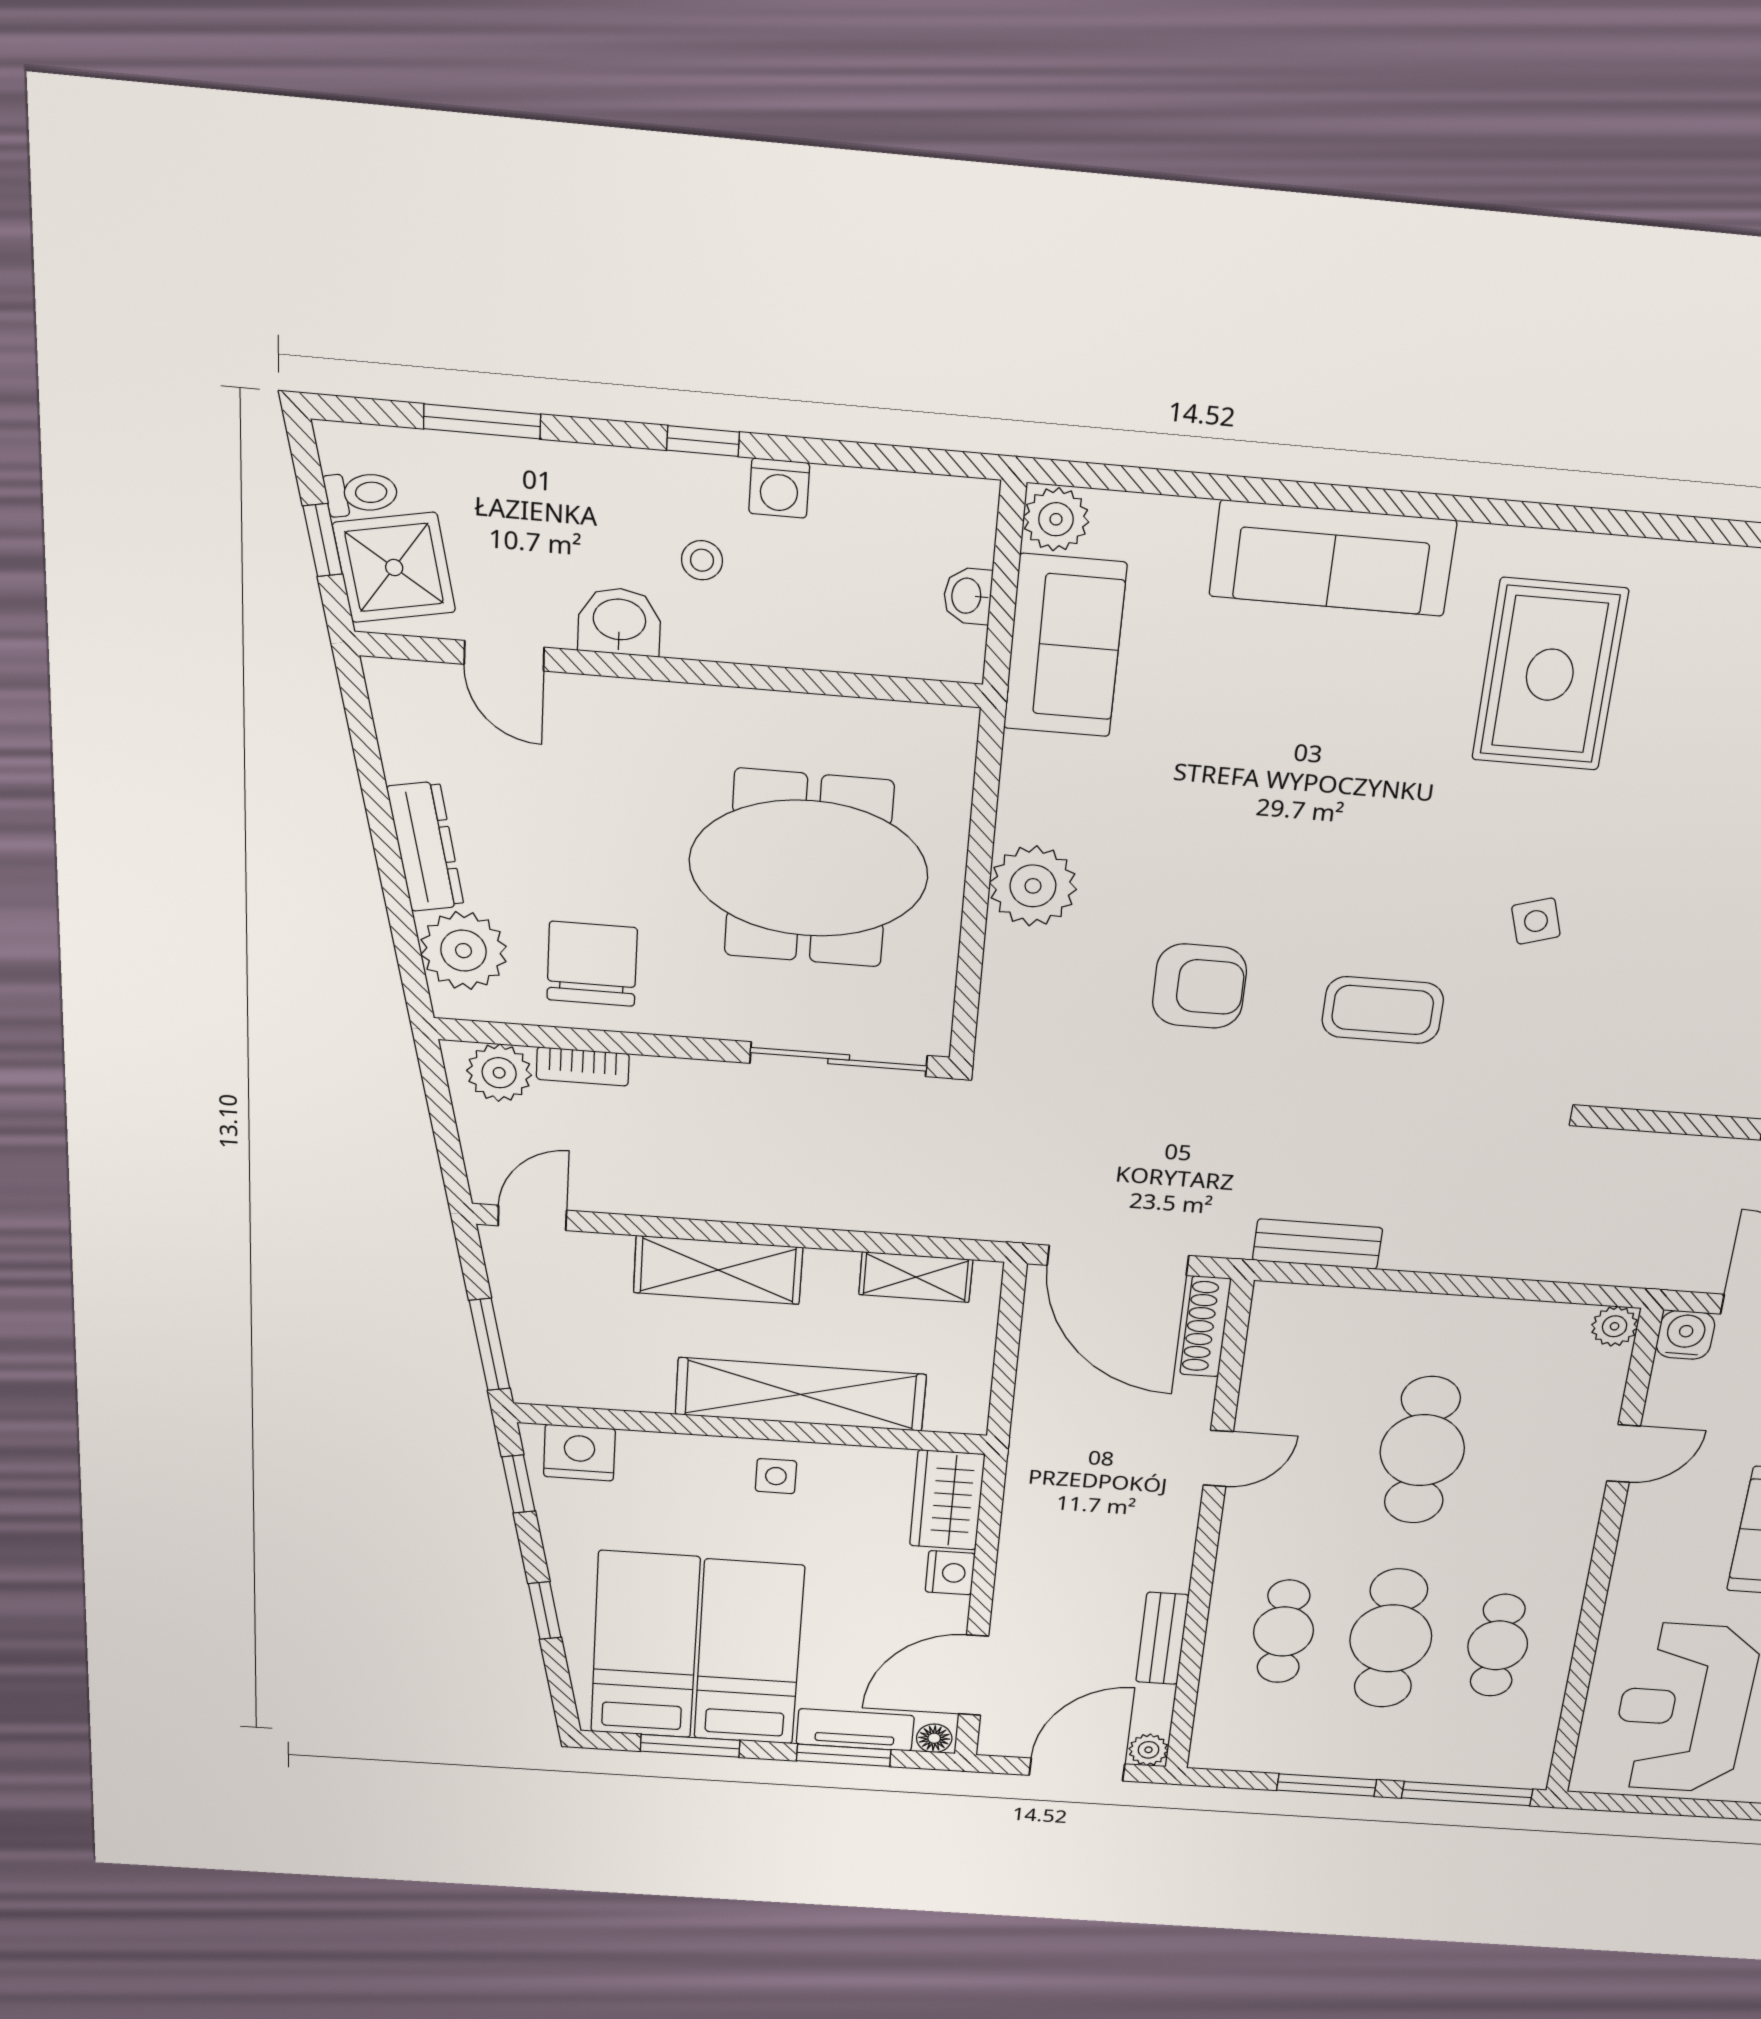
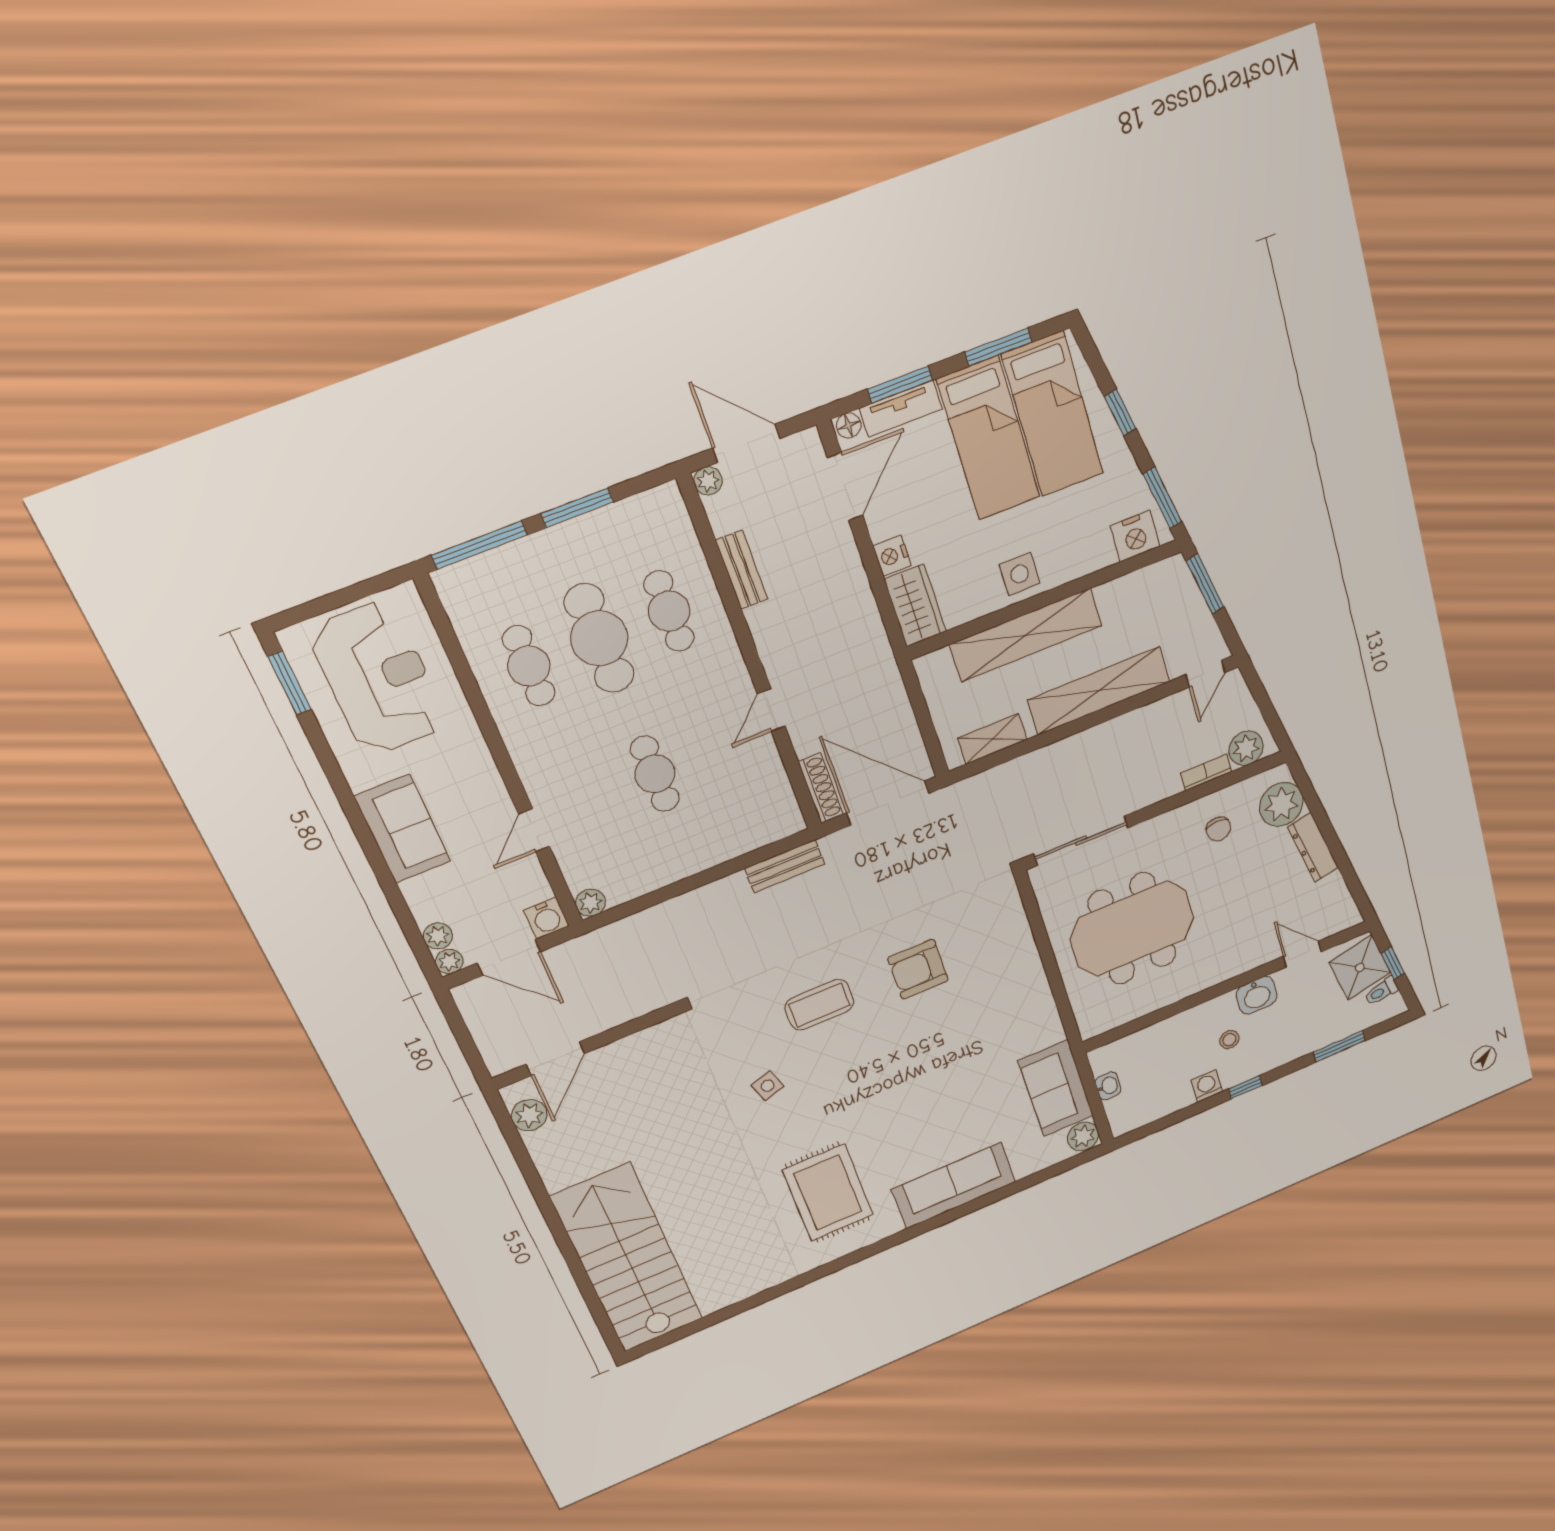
plant: (1033, 886) -> (1022, 975), removed
chair: (592, 964) -> (1218, 829), width x0.54, depth x0.54
shelving: (718, 1270) -> (1099, 691), width x1.47
cafe table: (1422, 1450) -> (655, 774), width x0.73, depth x0.74
side table: (776, 1476) -> (1020, 574), width x1.37, depth x1.37
window: (518, 1484) -> (1162, 498), width x1.50
door: (1077, 1770) -> (746, 443), swing flipped

